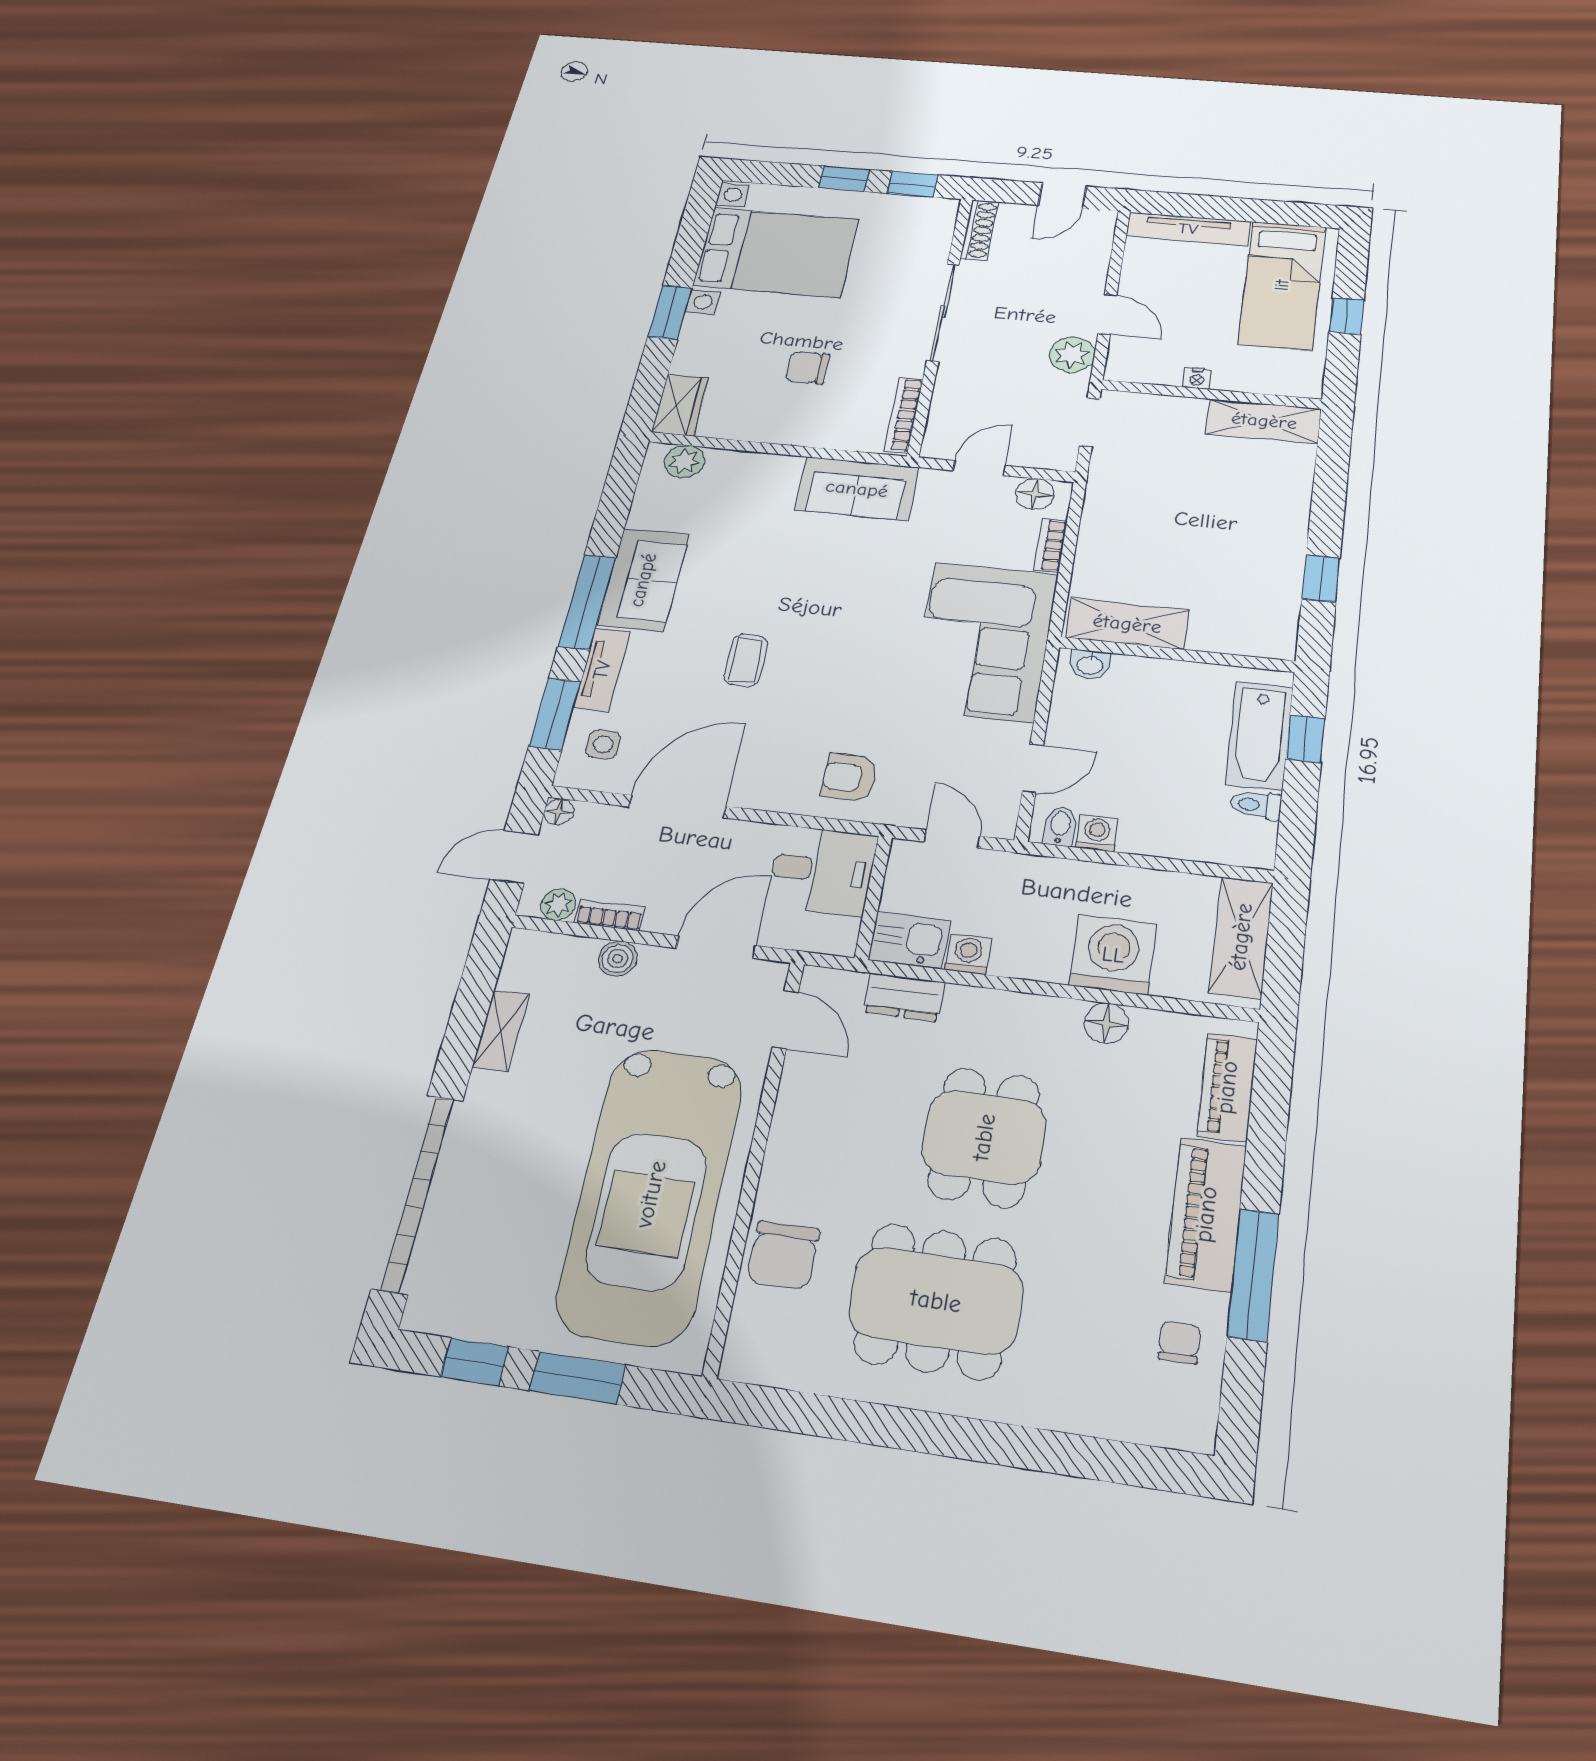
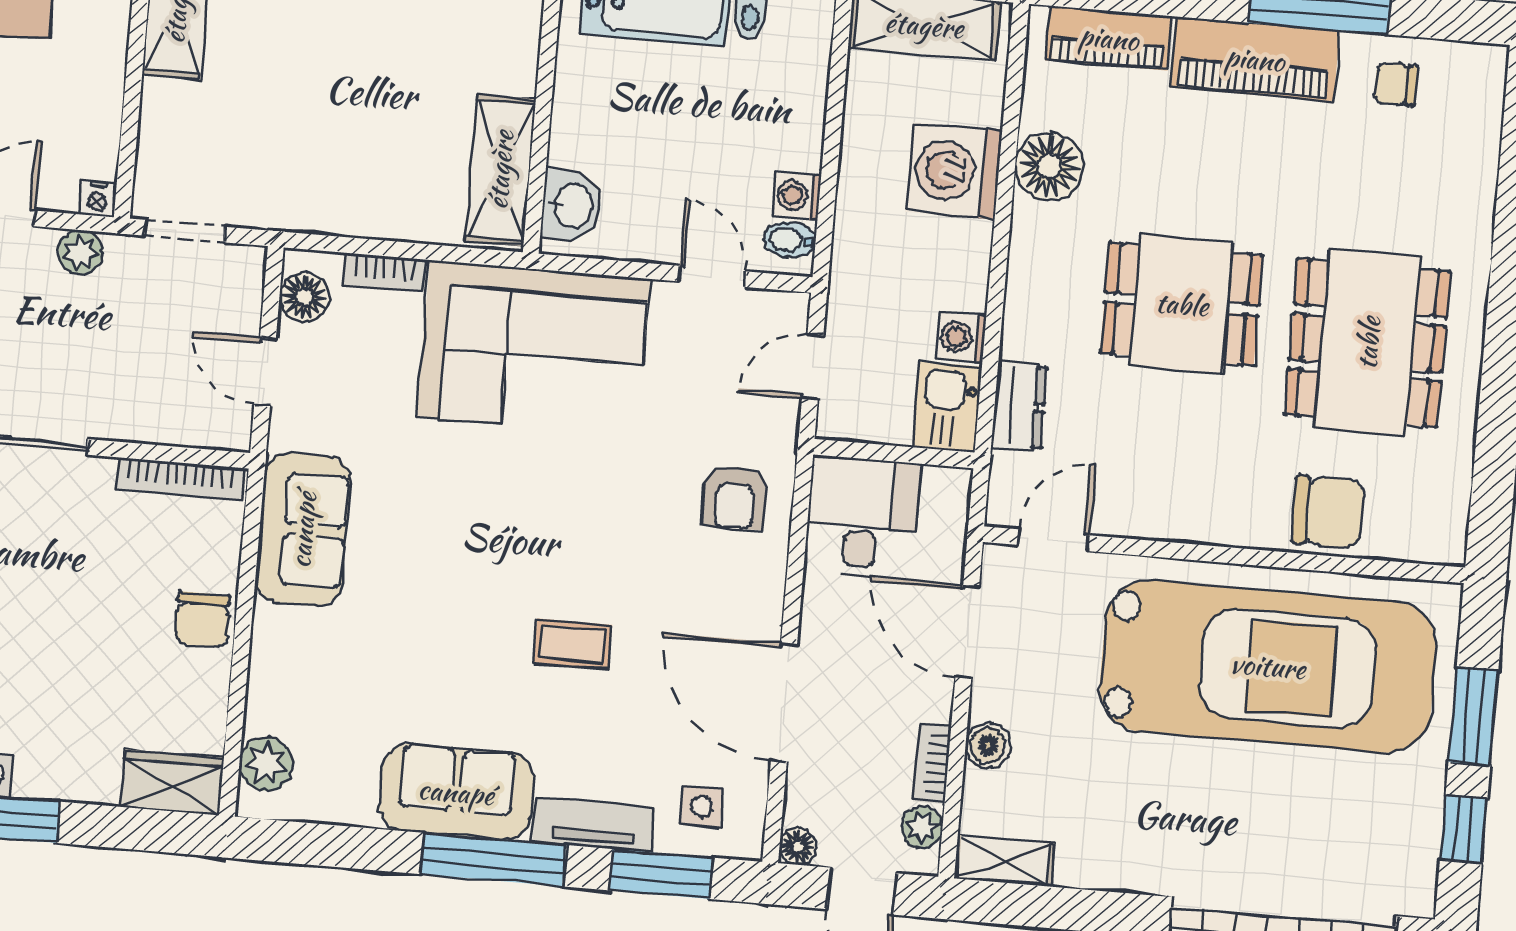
plant: (1072, 355) -> (81, 252), width x0.73, depth x0.73
chair: (808, 368) -> (202, 620), moved
nightstand: (1197, 378) -> (98, 199), moved, turned 90
washbasin: (1090, 665) -> (572, 206), width x1.38, depth x1.45
floor lamp: (1106, 1023) -> (1049, 166), width x1.38, depth x1.38
shelving: (501, 1031) -> (1004, 861), moved

